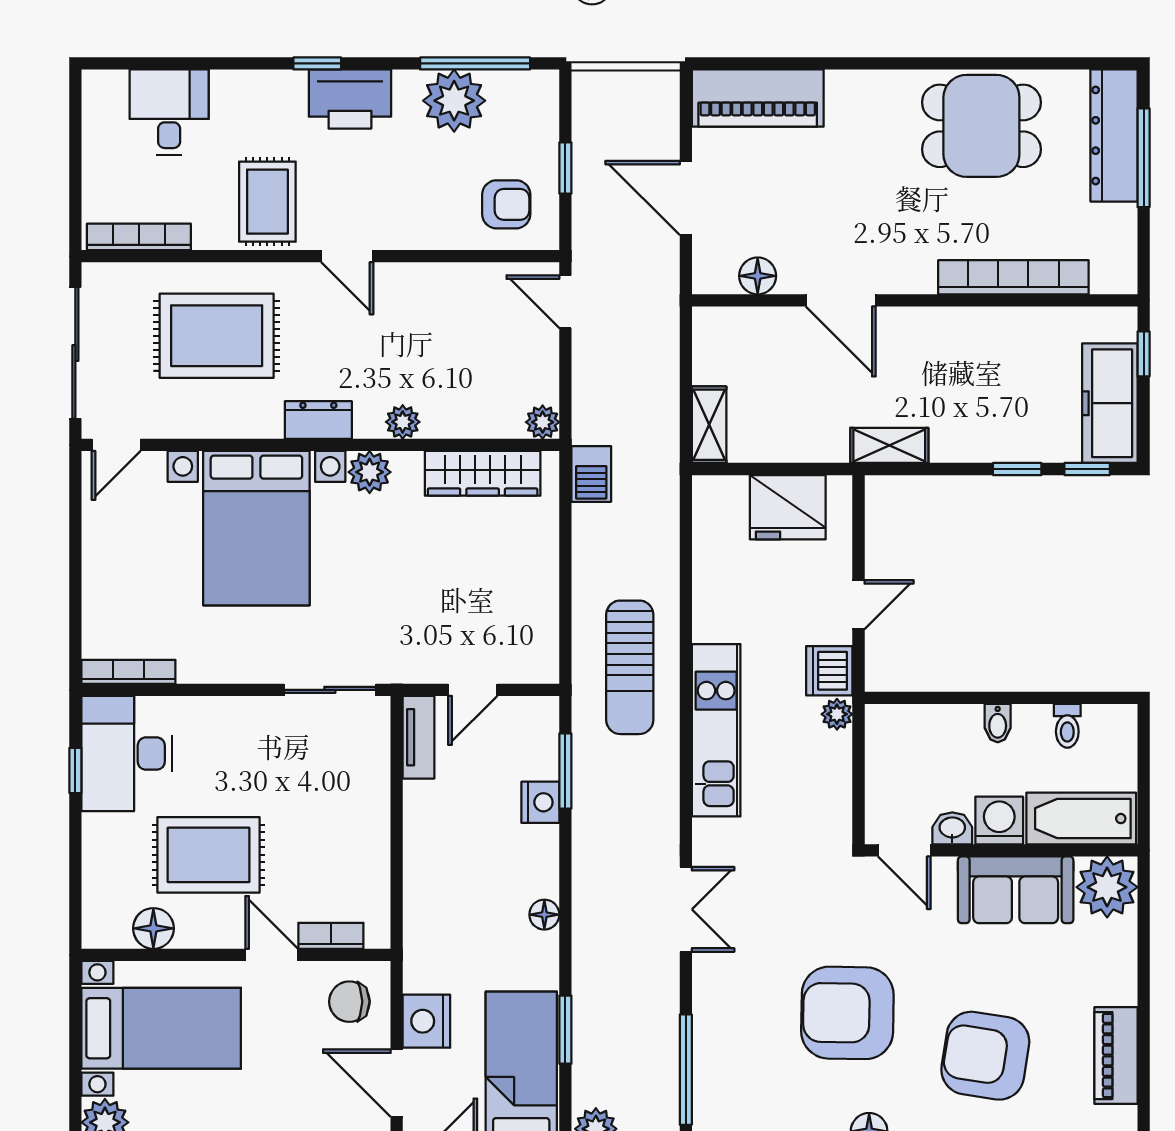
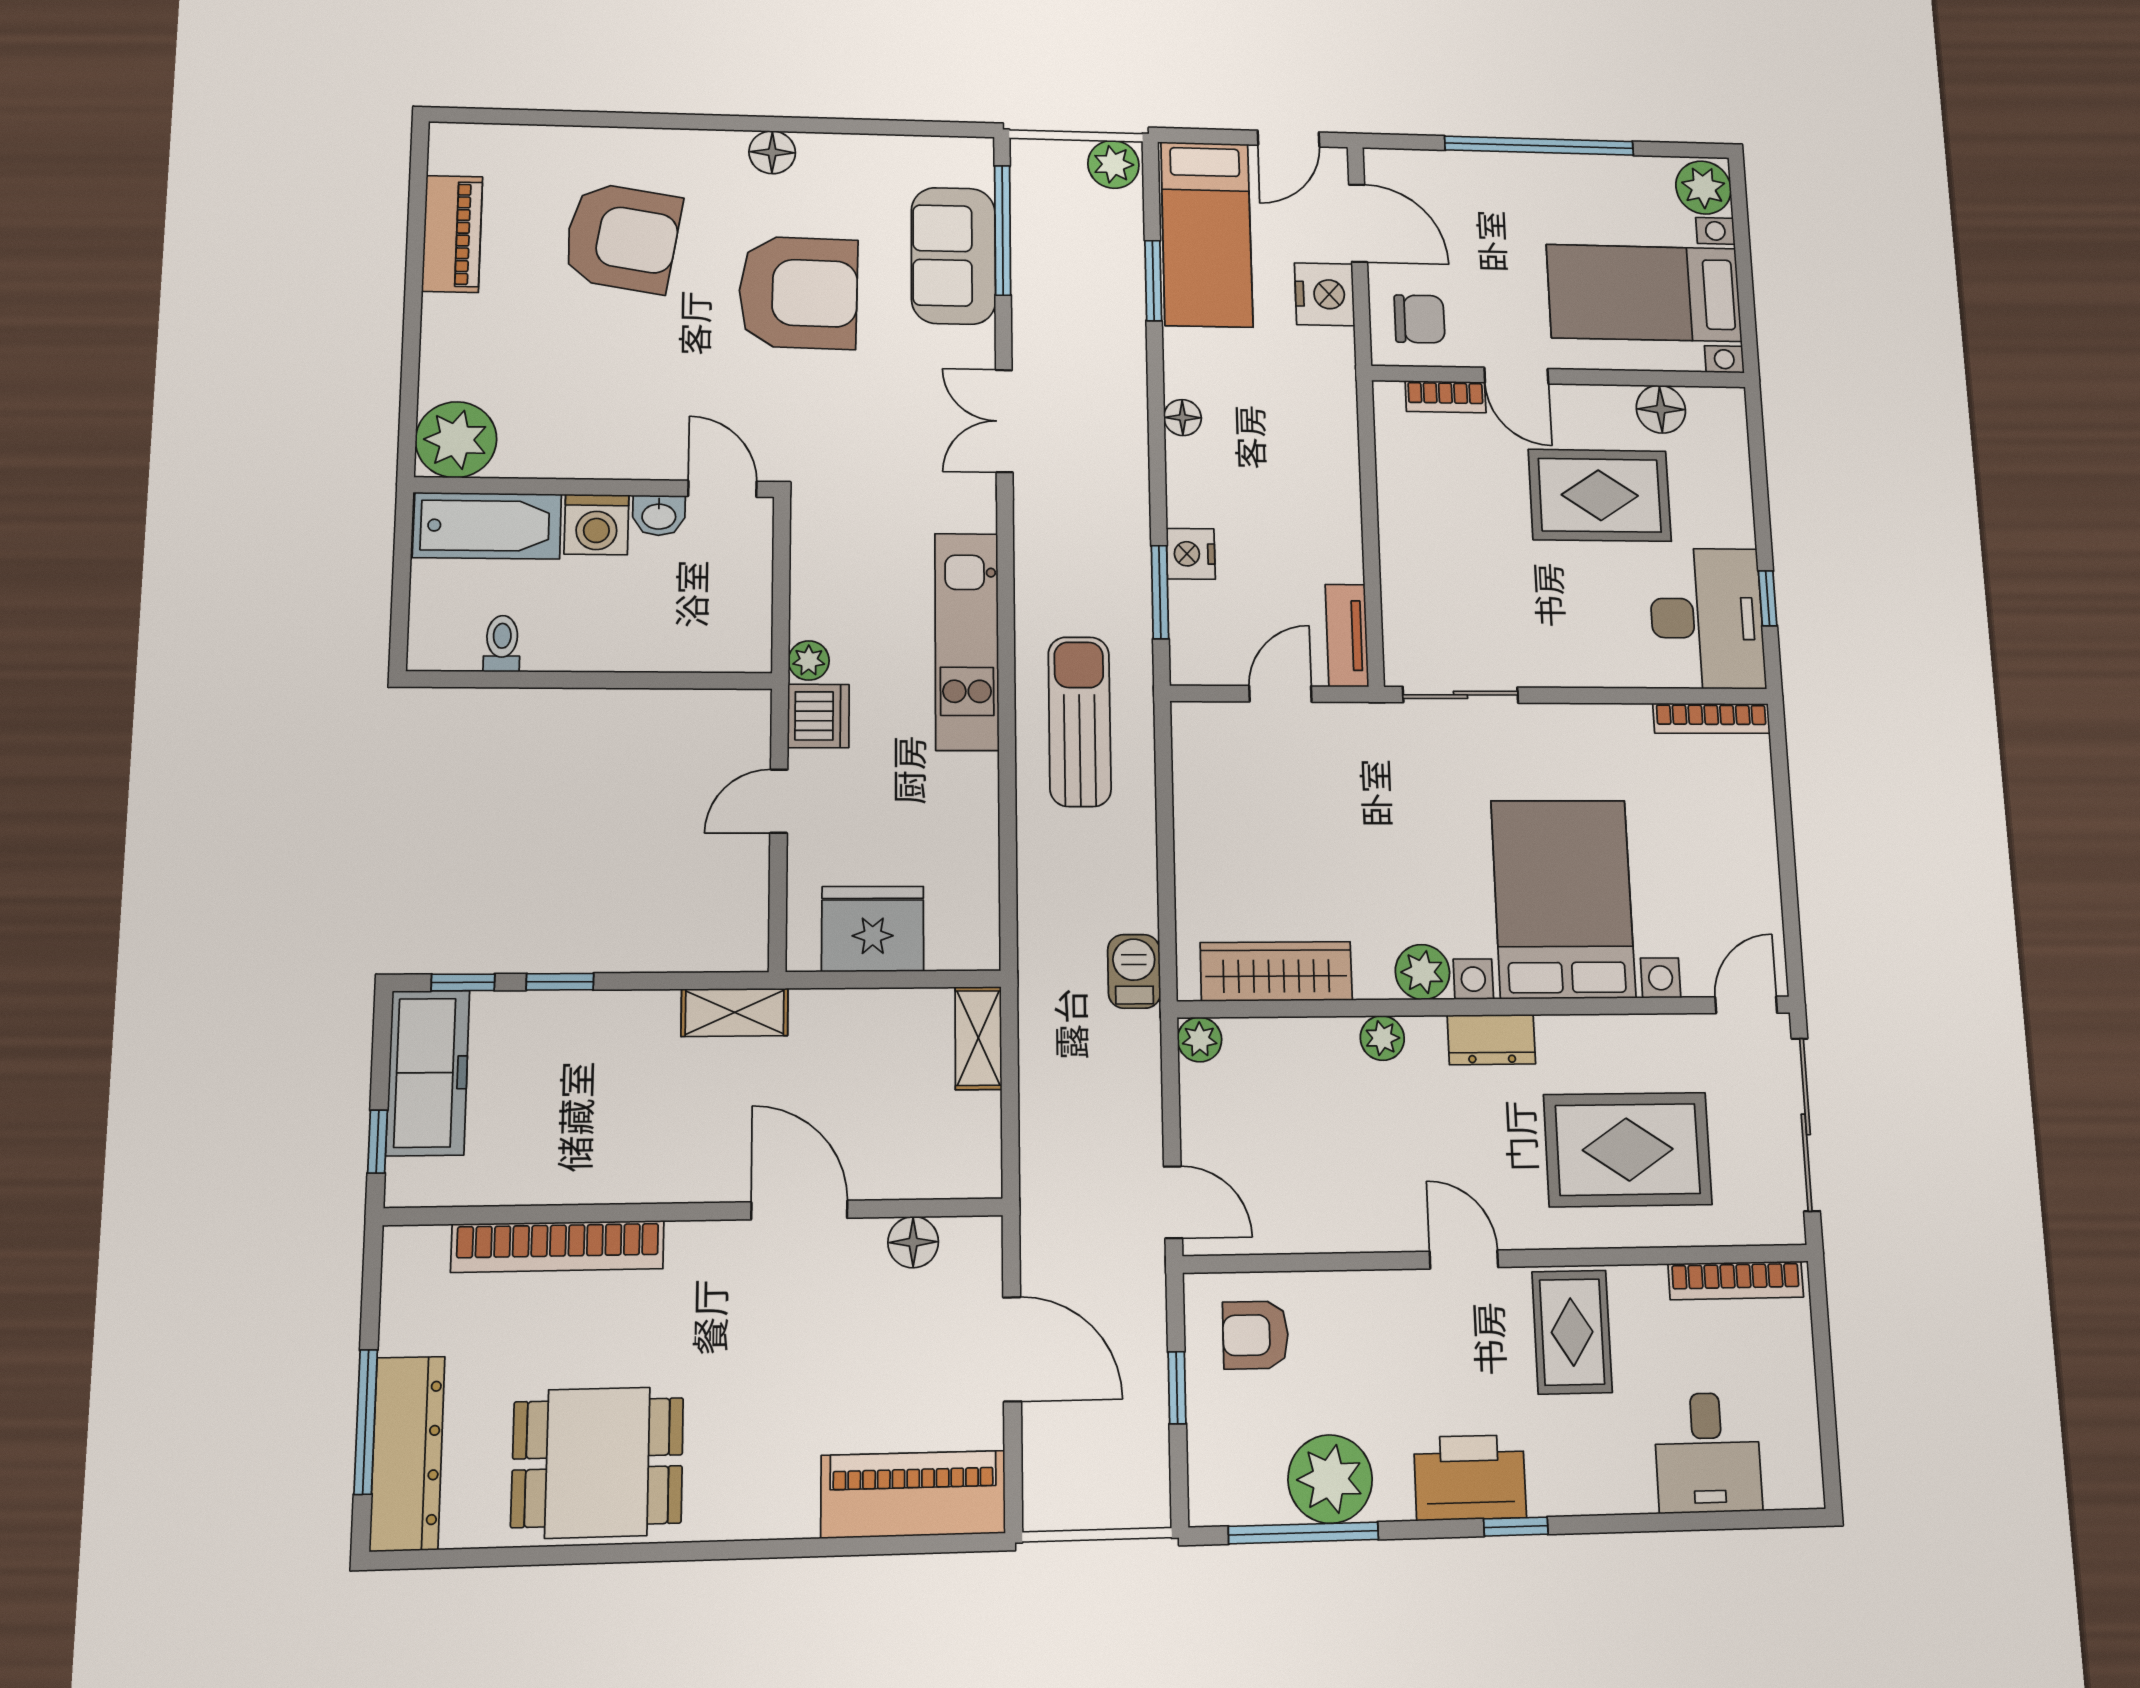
bidet: (998, 723) -> (595, 648), removed
sofa: (1016, 890) -> (953, 256), moved, turned -90

